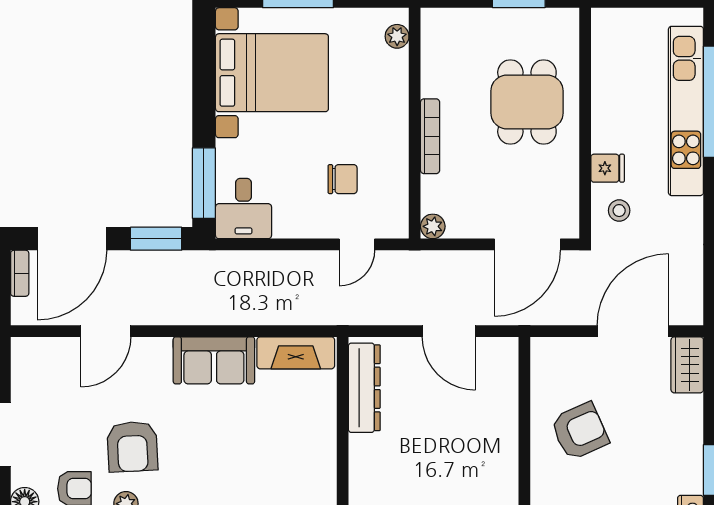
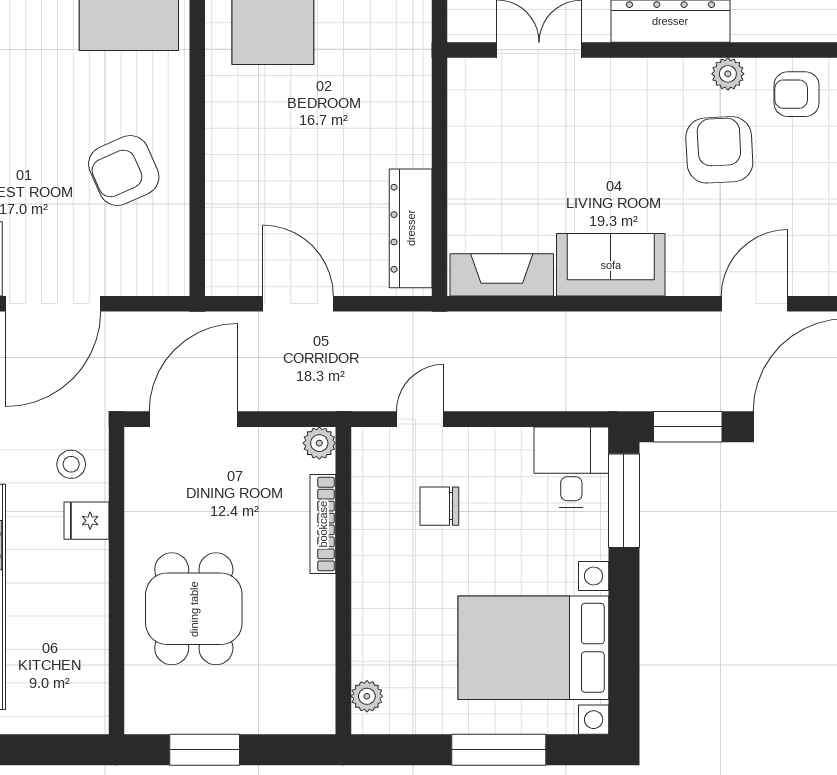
bookcase: (430, 136) -> (323, 524), moved

